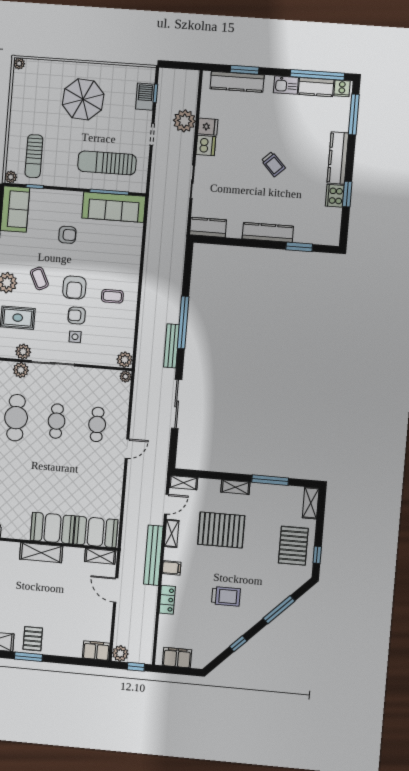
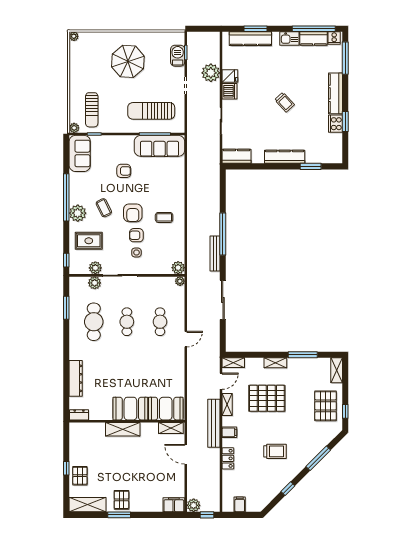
filing cabinet: (177, 658) -> (240, 504), width x0.50

